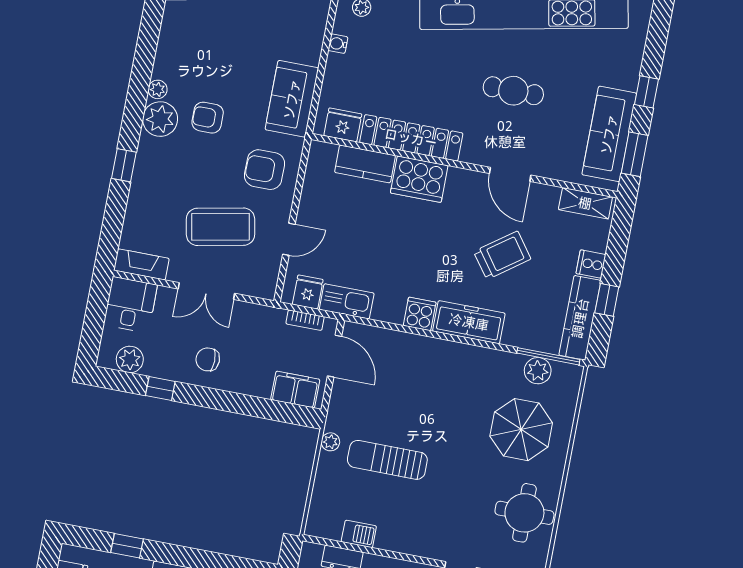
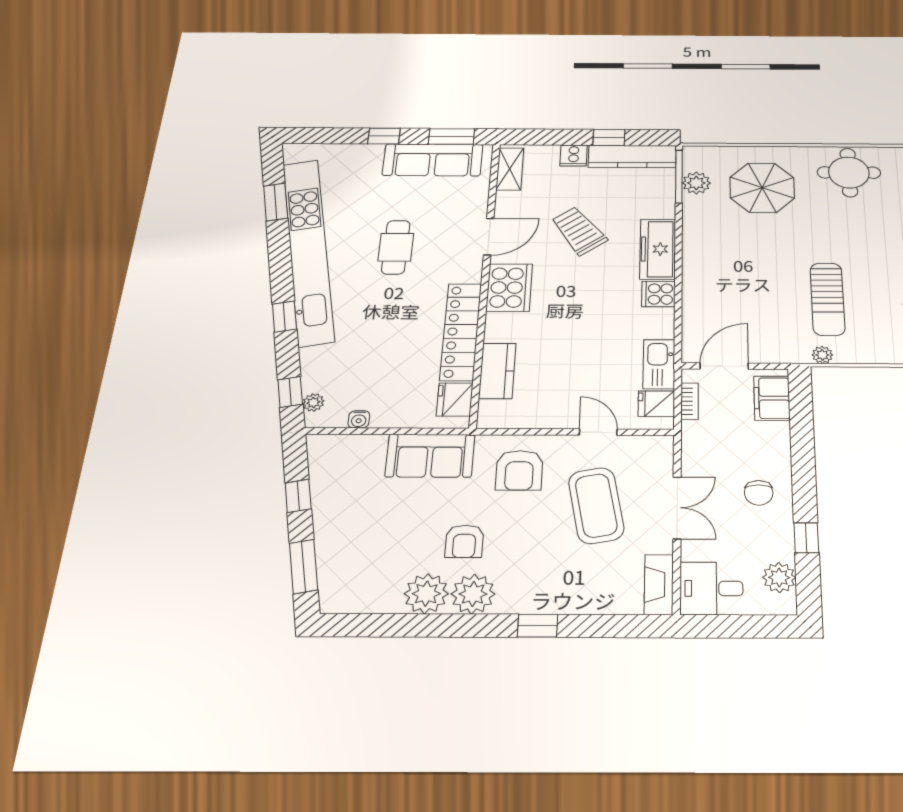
plant: (158, 89) -> (426, 594), width x1.87, depth x1.87
cooker: (419, 179) -> (509, 288), moved

